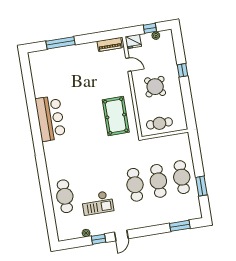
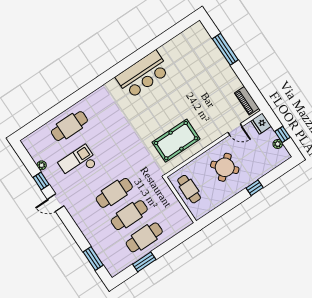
door: (128, 65) -> (235, 129), hinge flipped
checkout: (98, 203) -> (78, 163), turned 90

